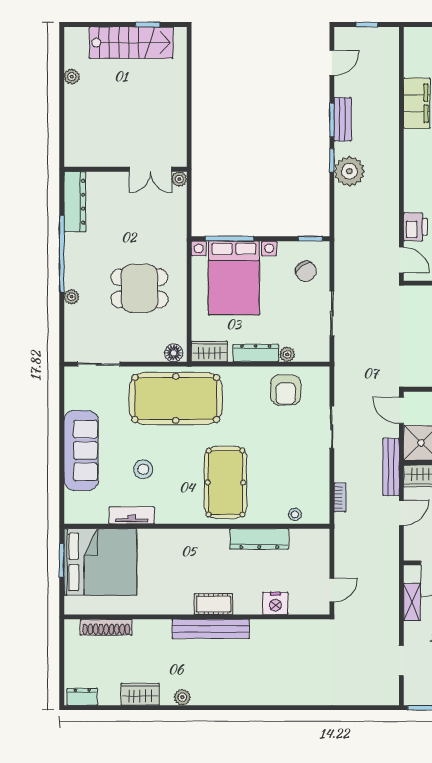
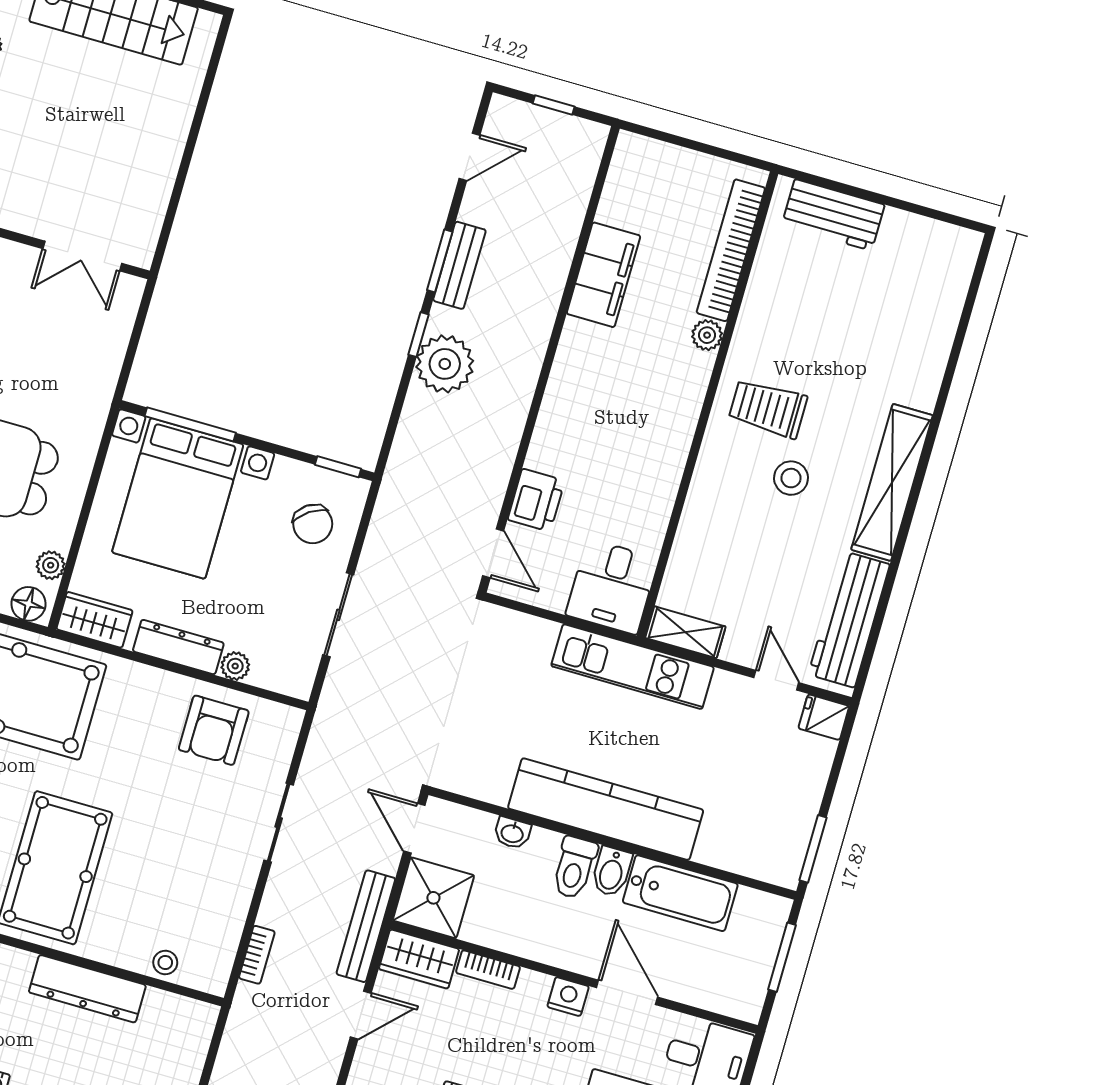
plant: (179, 179) -> (51, 565), moved

